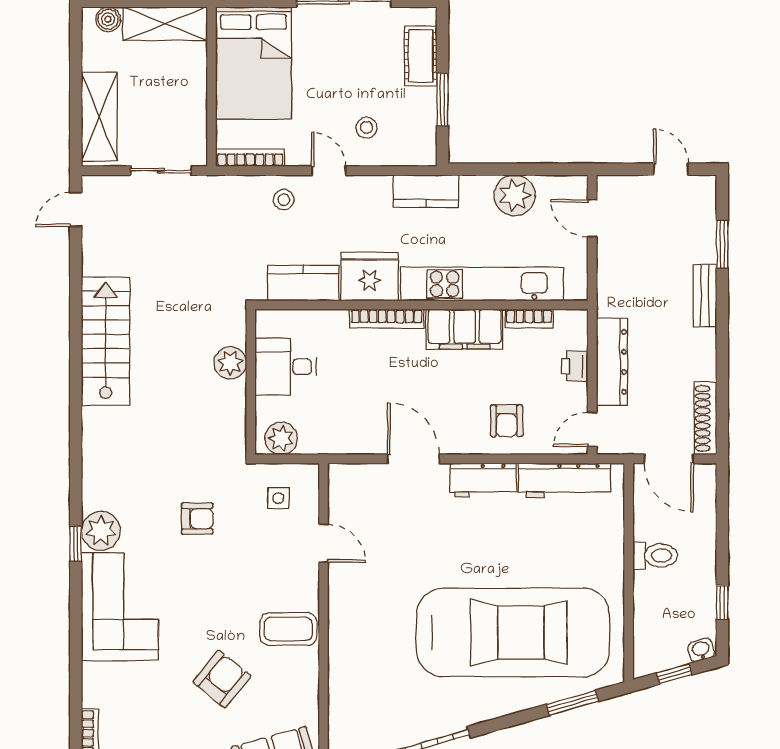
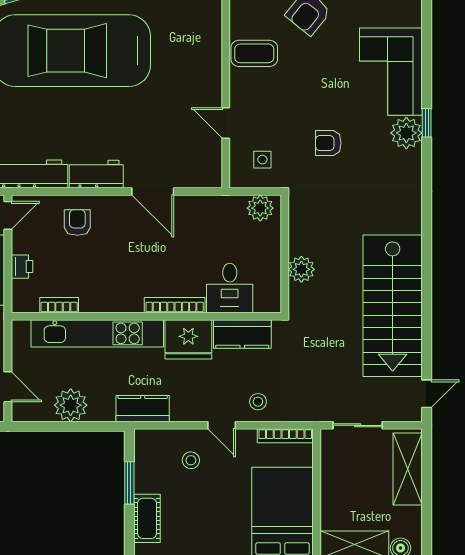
filing cabinet: (465, 329) -> (111, 297), removed
stairs: (106, 341) -> (393, 306), width x1.36, depth x1.51
desk: (286, 367) -> (230, 288), moved, turned 90

